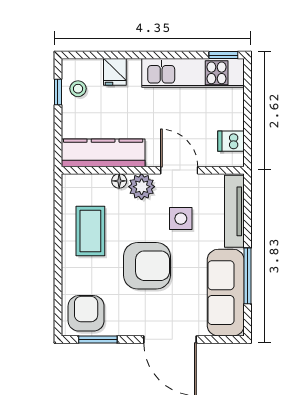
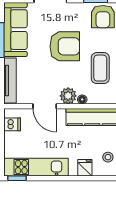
side table: (181, 219) -> (44, 76), removed
armchair: (147, 266) -> (65, 46), turned 180

